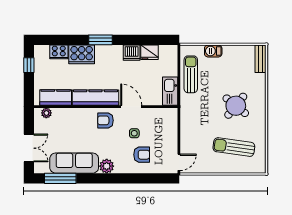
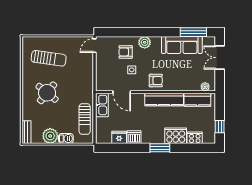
plant: (232, 54) -> (50, 136), added
door: (131, 107) -> (122, 92), moved
plant: (107, 166) -> (145, 42), moved

